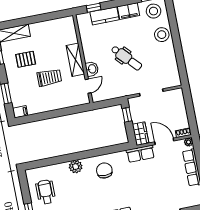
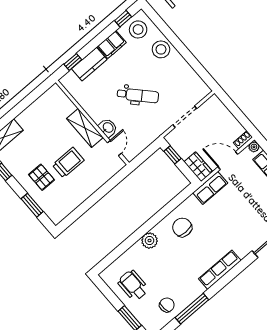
pallet: (26, 59) -> (41, 177), moved, turned 90
filing cabinet: (20, 112) -> (58, 216), removed

